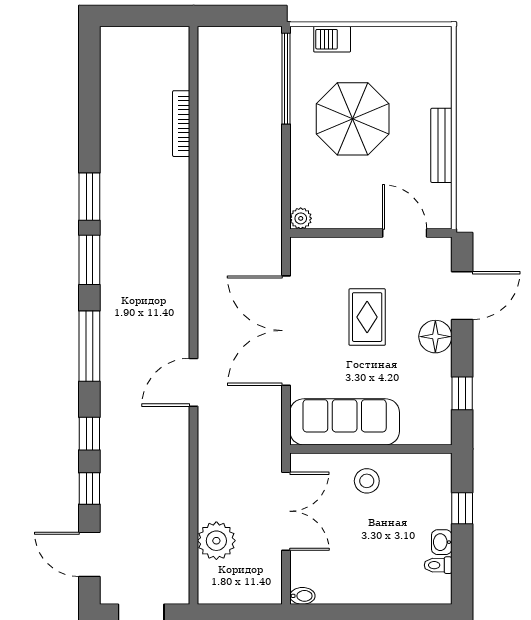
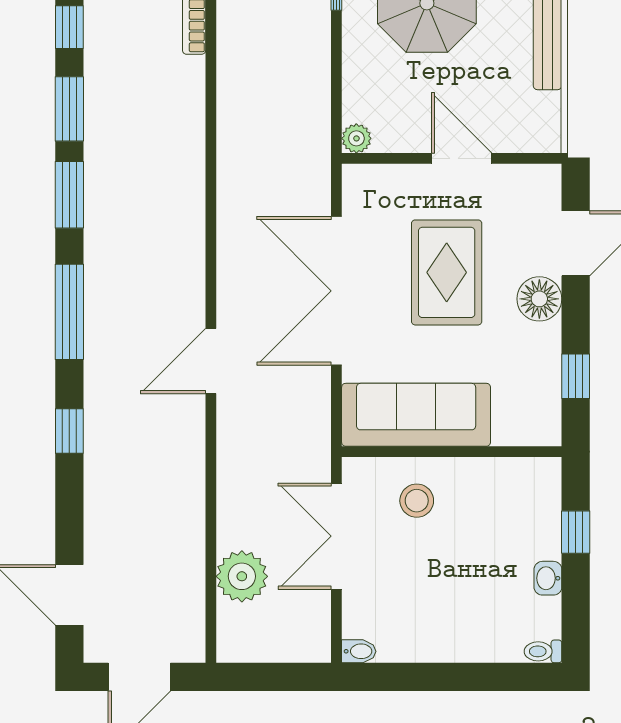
door: (405, 233) -> (462, 158), moved
rug: (367, 317) -> (447, 272), width x1.36, depth x1.43
stool: (367, 481) -> (417, 501), moved
window: (89, 488) -> (69, 27), moved
double door: (286, 511) -> (336, 536), swing flipped
toilet: (438, 565) -> (543, 651), moved

